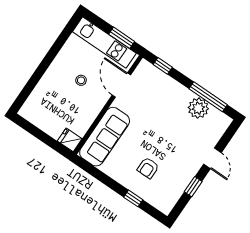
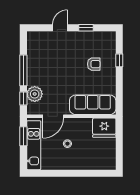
window: (208, 97) -> (23, 70), moved
plant: (198, 108) -> (35, 94), moved
fridge: (70, 140) -> (104, 128), width x1.88, depth x1.34

